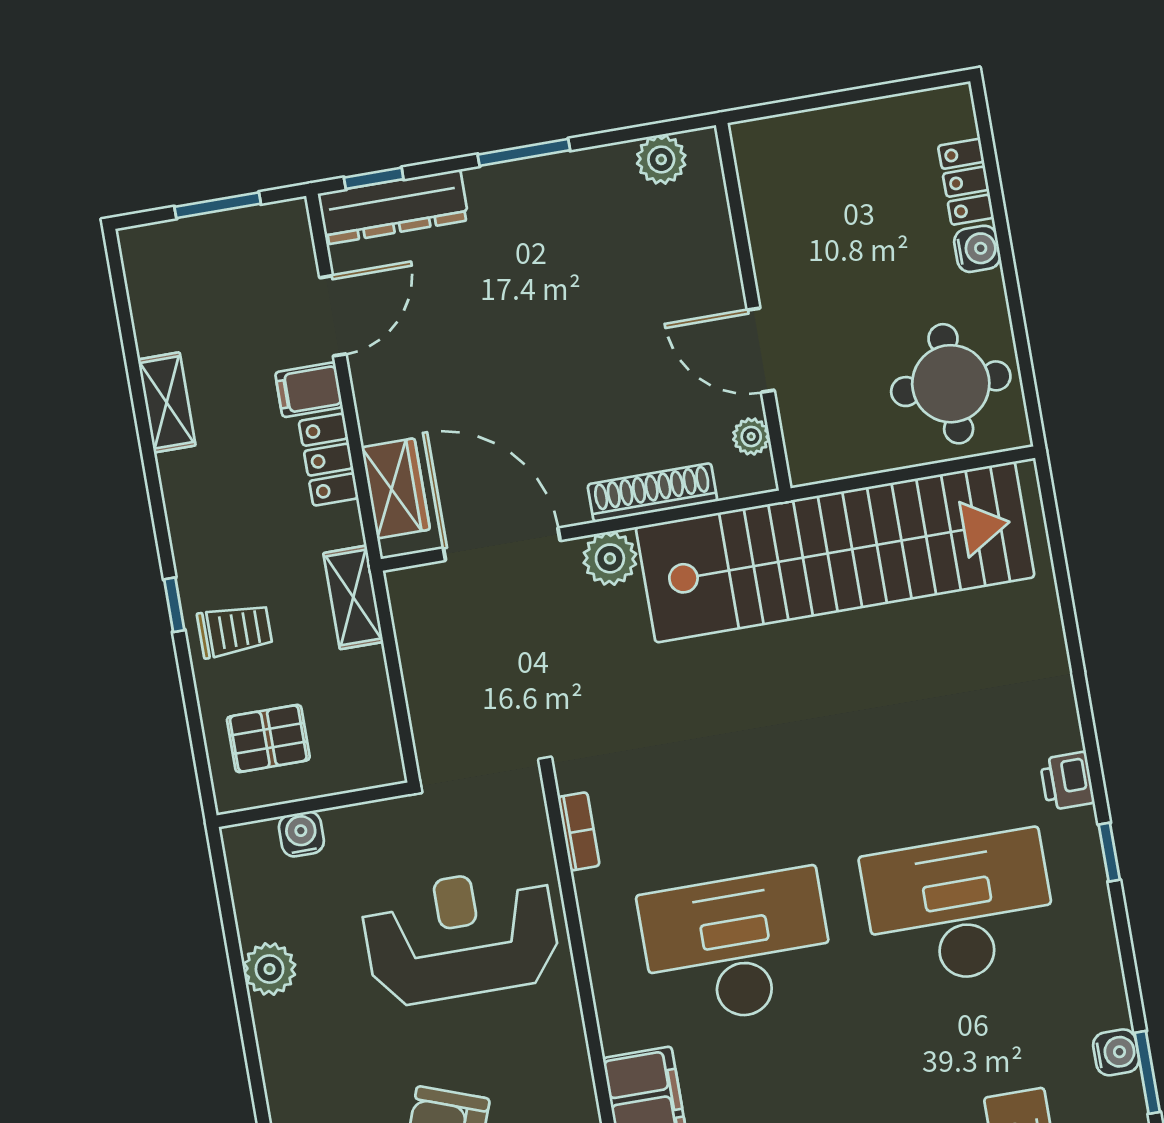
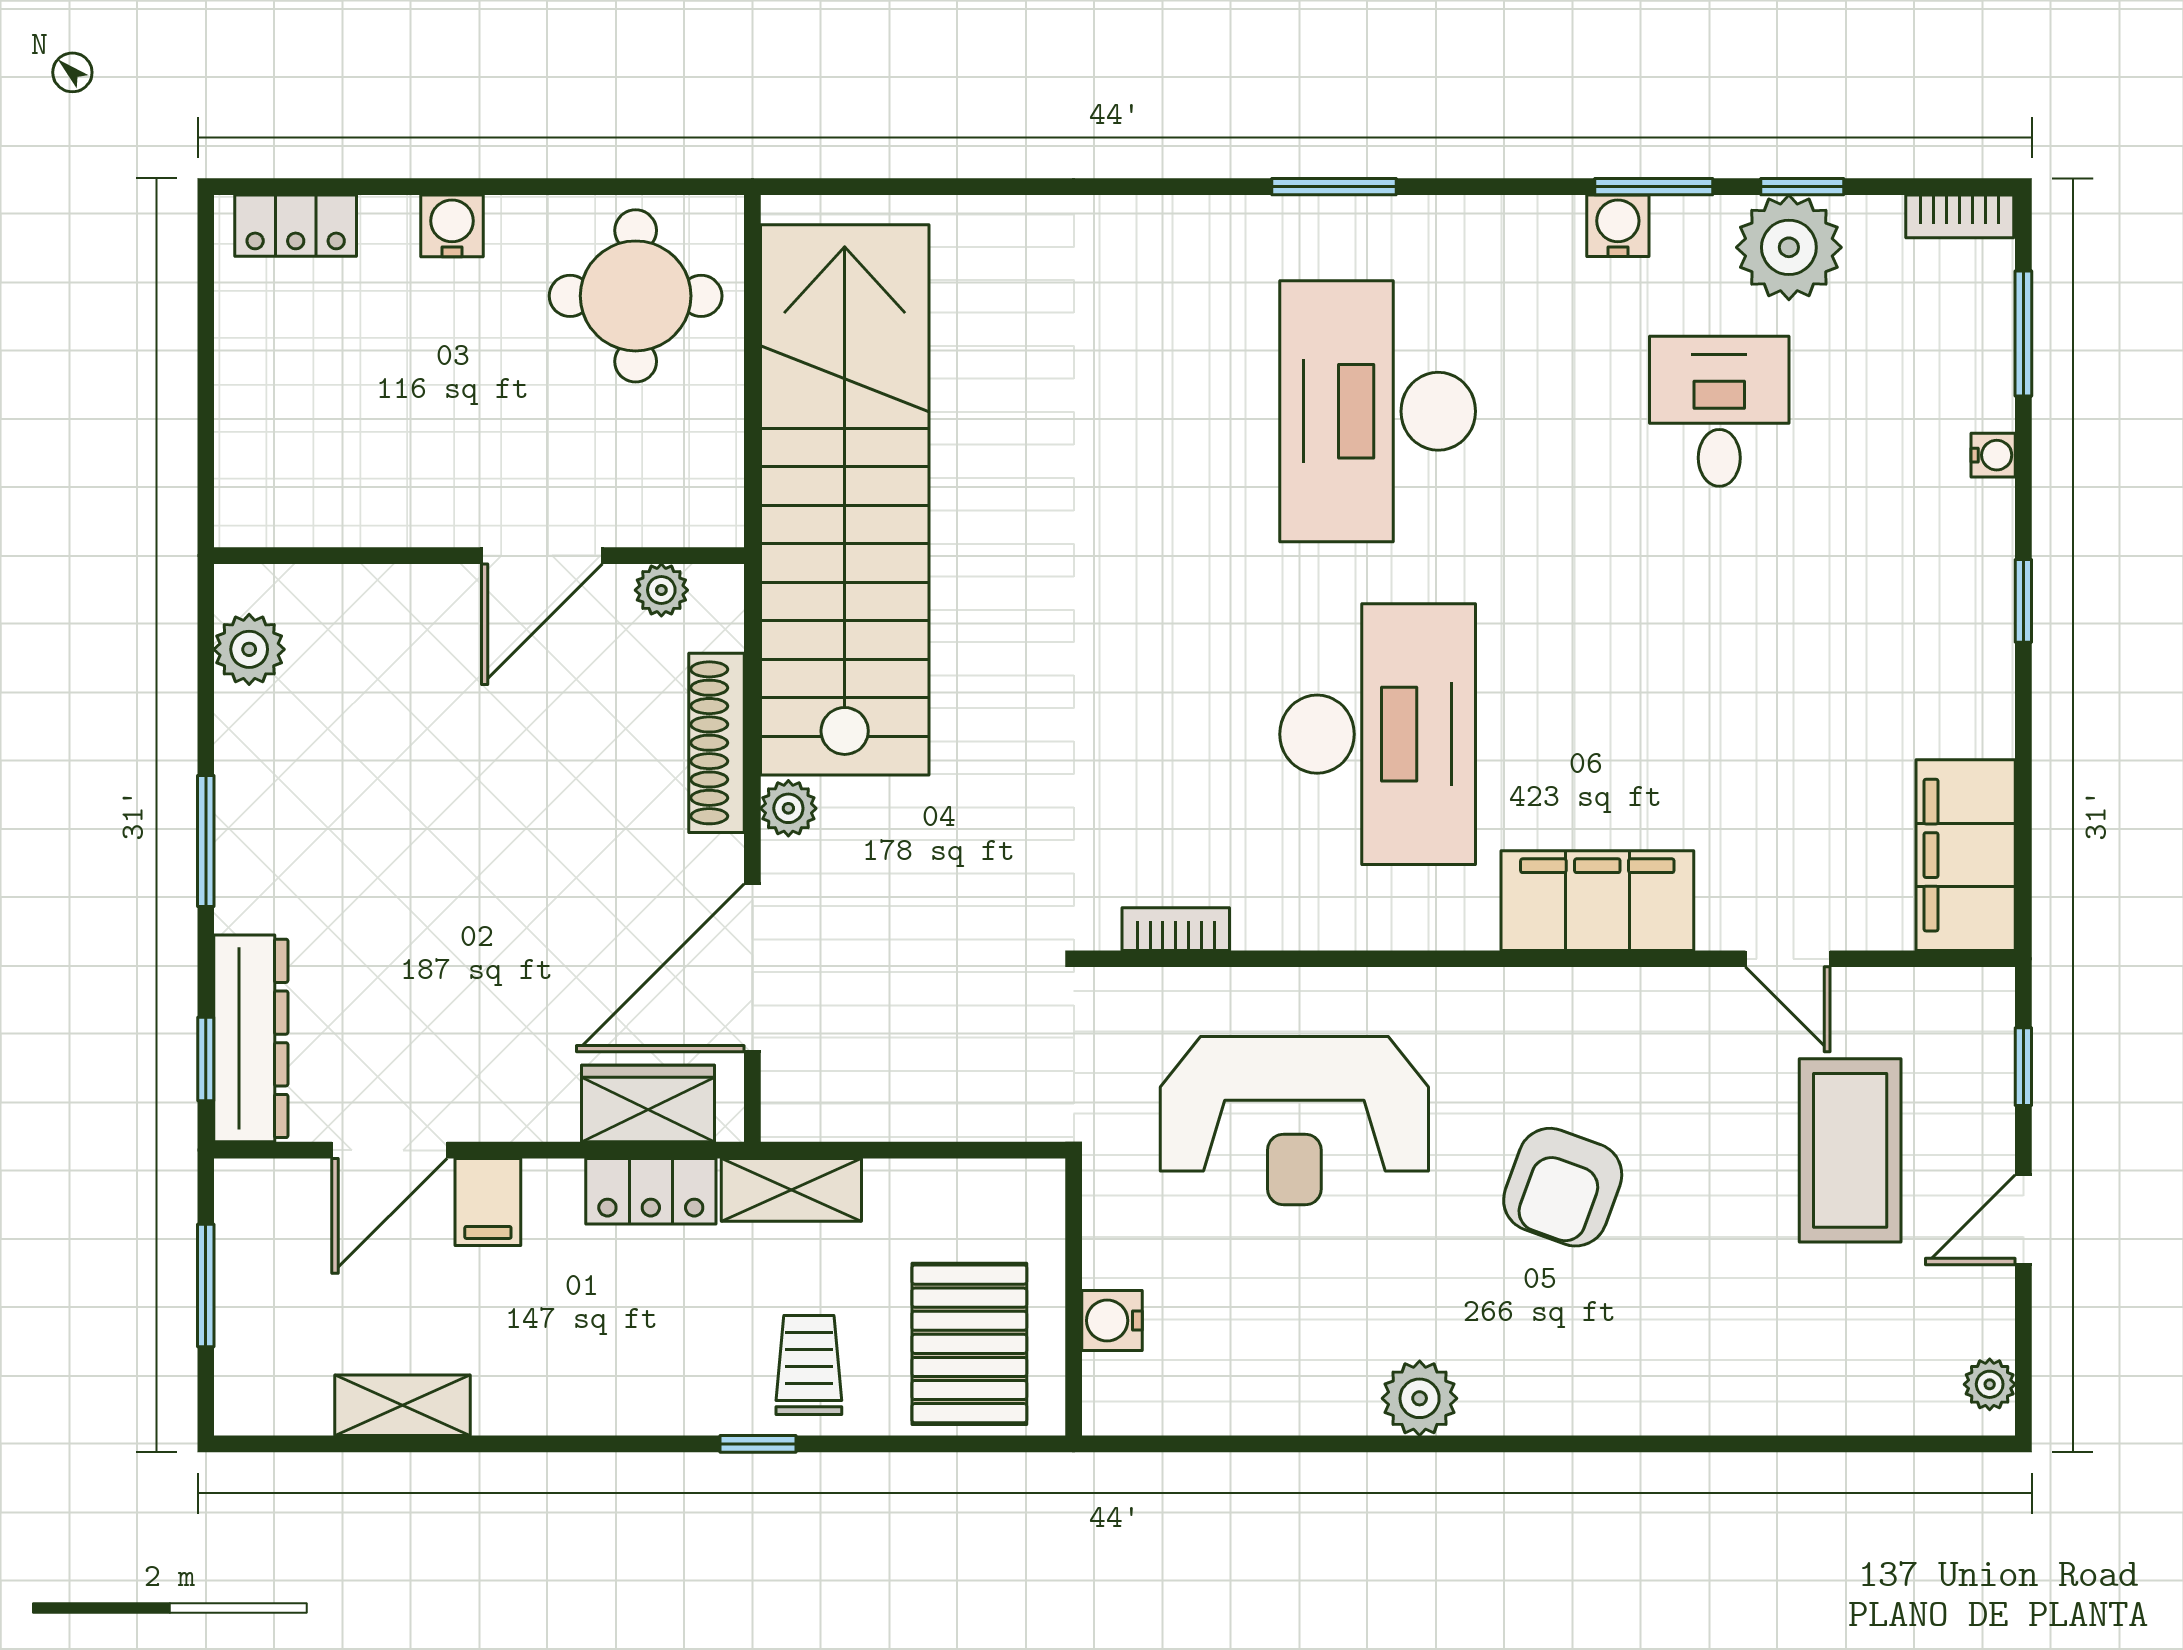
locker: (966, 182) -> (296, 226), moved
door: (333, 316) -> (390, 1150), swing flipped
shelving: (167, 402) -> (403, 1405), moved
locker: (329, 460) -> (651, 1191), moved
plant: (610, 558) -> (788, 808), width x0.73, depth x0.73
pallet: (268, 738) -> (969, 1344), width x1.50, depth x1.42
printer: (1067, 781) -> (1224, 229), removed
window: (1109, 852) -> (1334, 187), width x1.50
reception desk: (461, 936) -> (1294, 1121), turned -90
desk: (737, 947) -> (1378, 734), turned 180
plant: (270, 969) -> (1420, 1398), moved

